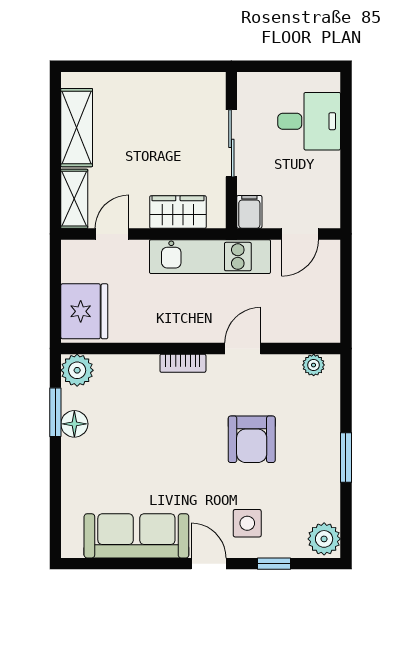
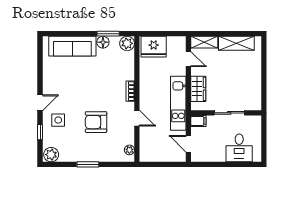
sofa: (136, 536) -> (72, 46), moved, turned 90

